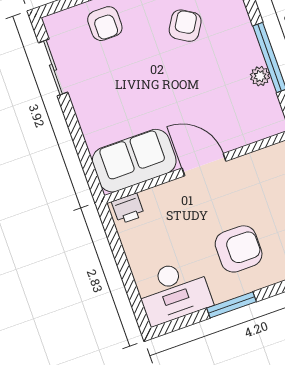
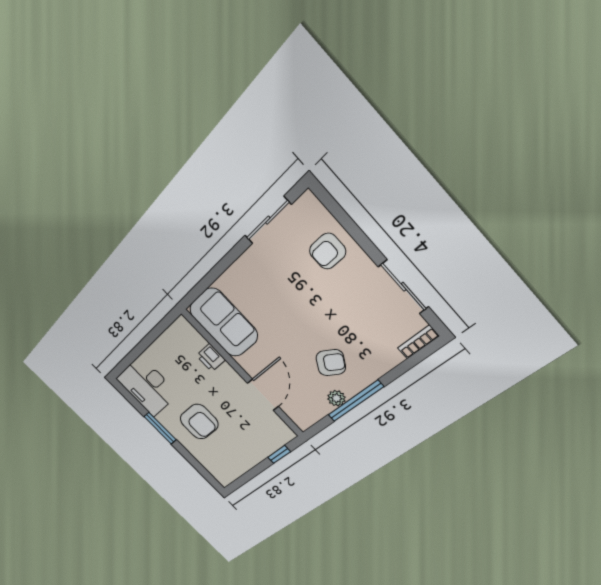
armchair: (185, 26) -> (331, 363), moved
door: (204, 165) -> (263, 395), moved
printer: (128, 209) -> (211, 358), moved

